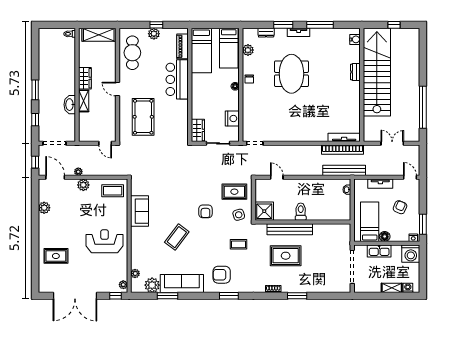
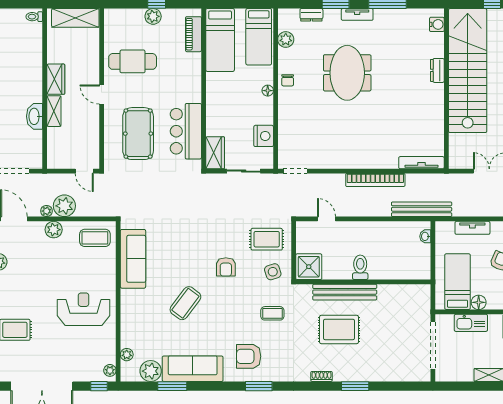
cafe table: (132, 53) -> (133, 61), moved, turned 90
bar counter: (177, 79) -> (186, 131), moved
bookcase: (343, 150) -> (375, 180), moved
plant: (91, 168) -> (64, 206), added
sofa: (140, 211) -> (133, 259), width x1.36

